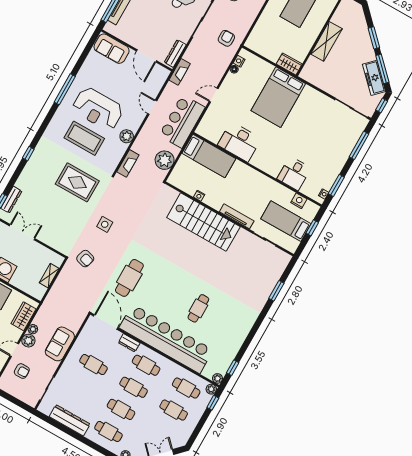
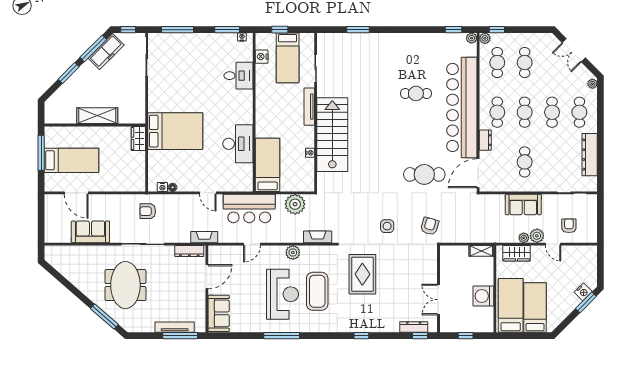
shelving: (49, 276) -> (481, 251), moved

